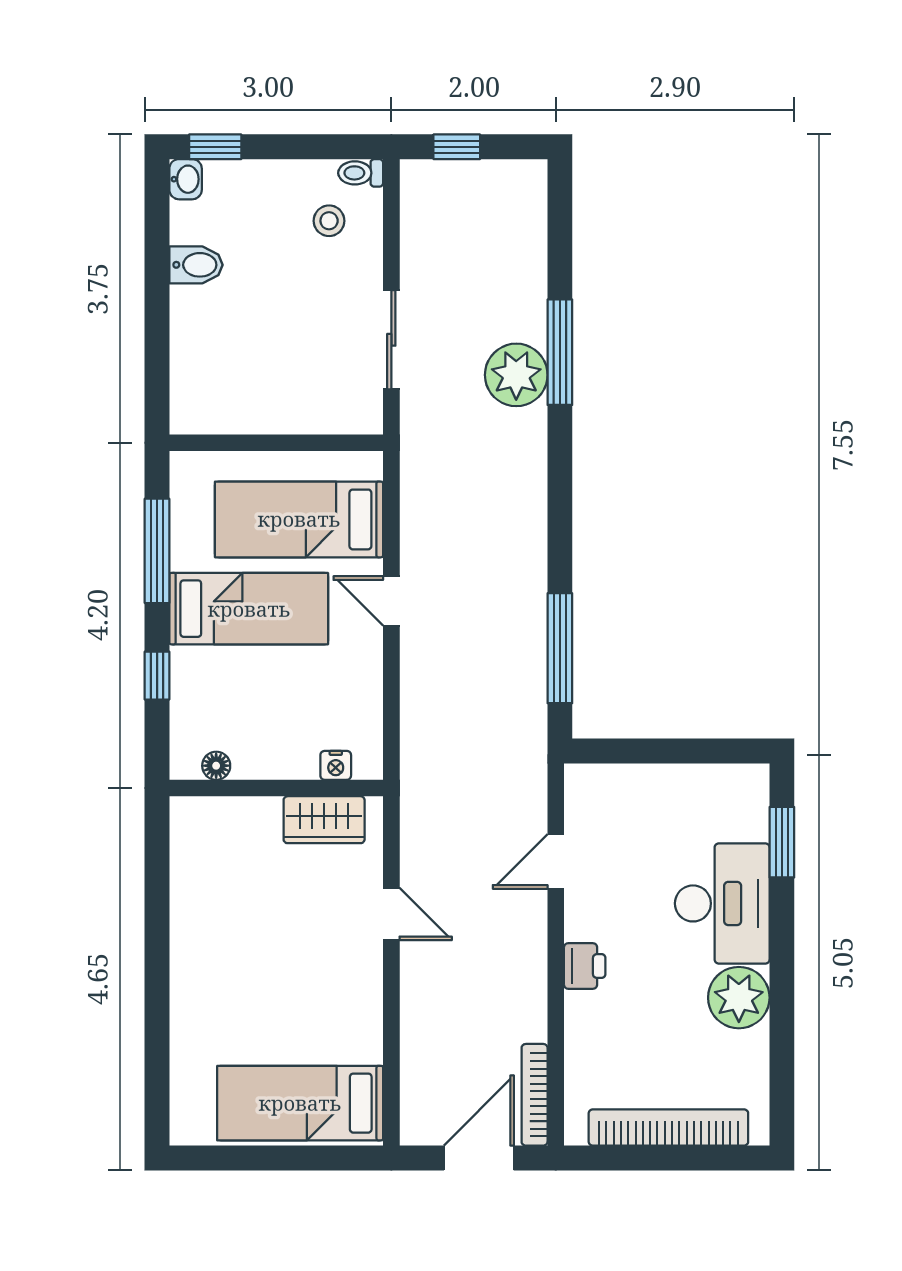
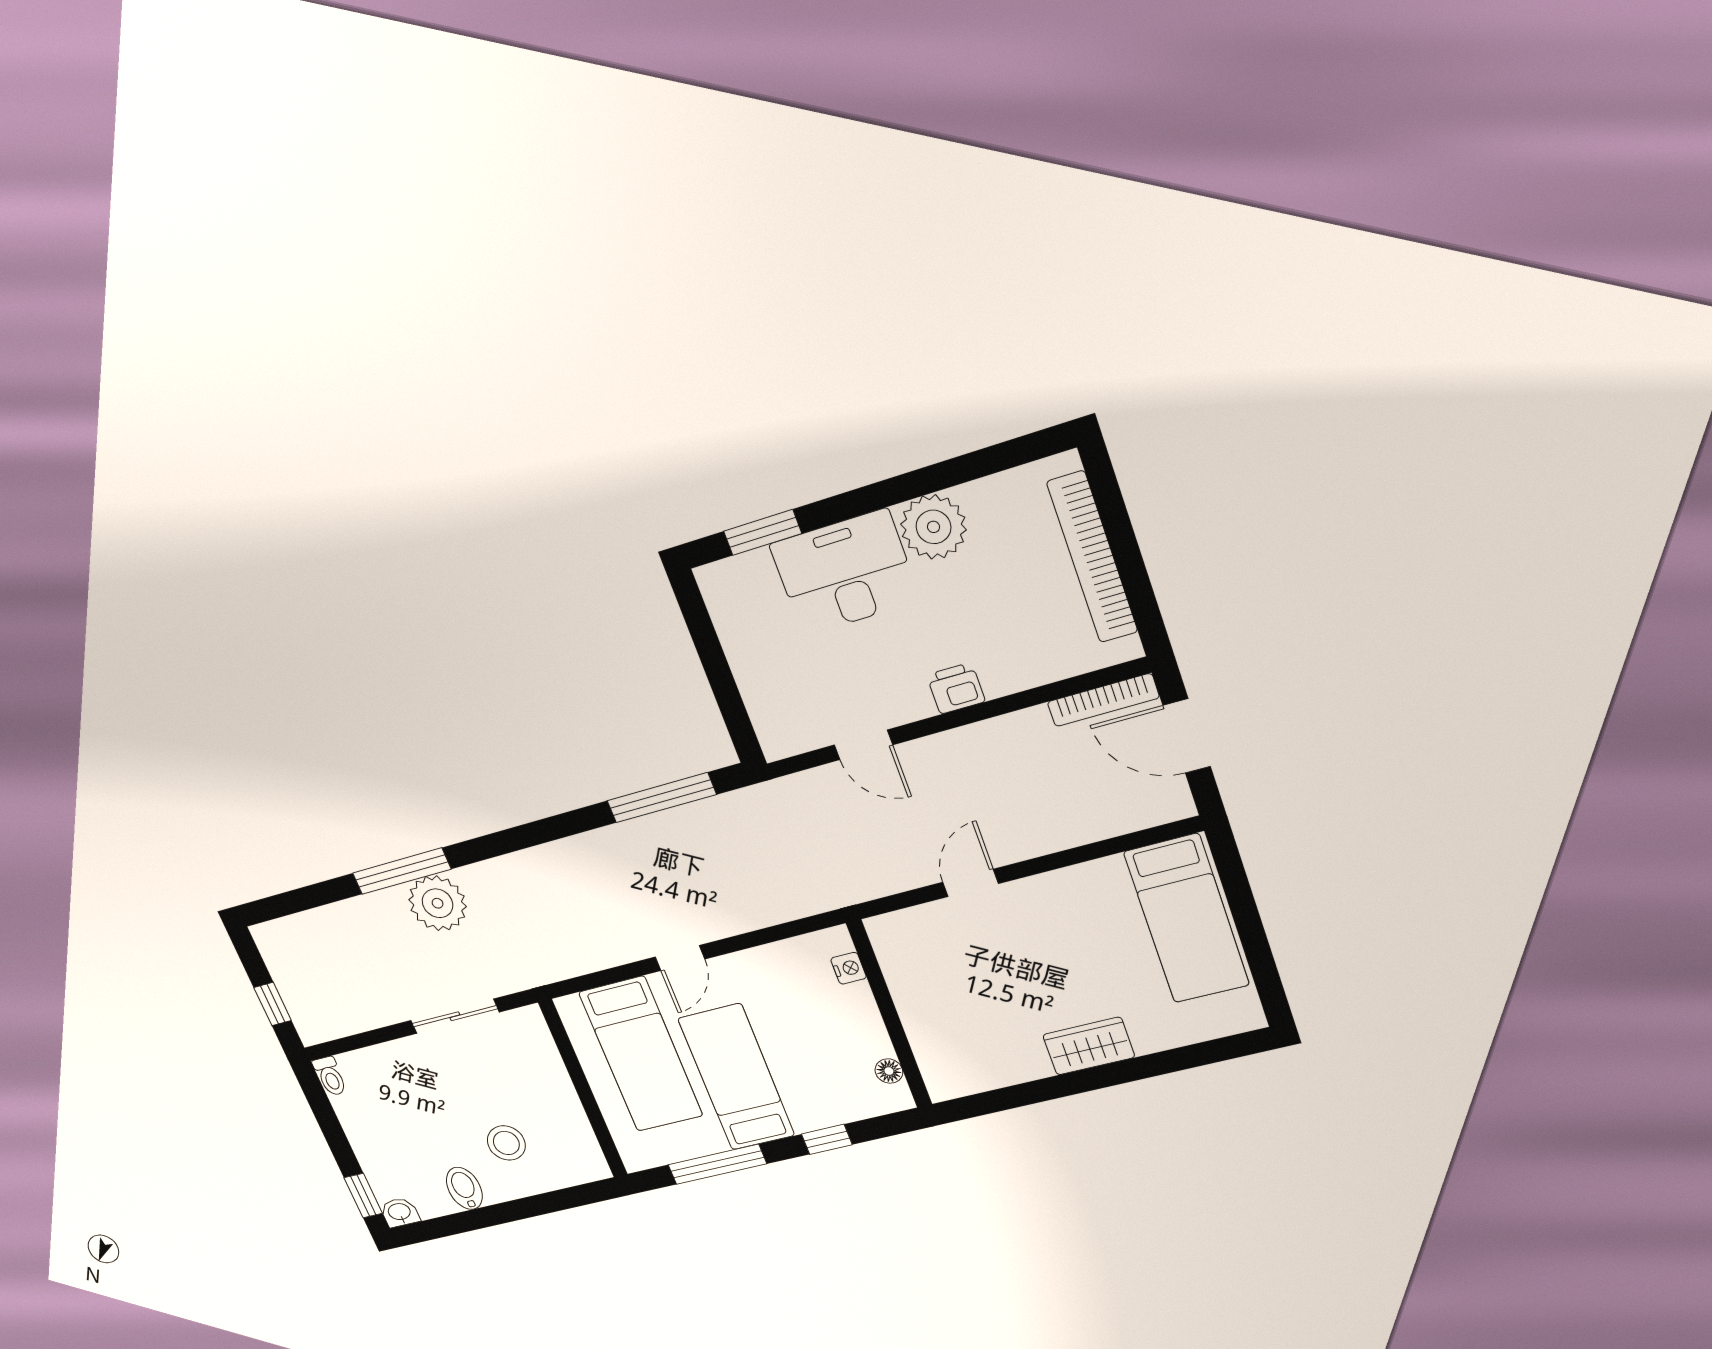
stool: (329, 221) -> (506, 1143), moved, width x1.37, depth x1.37
wardrobe: (324, 820) -> (1089, 1046), moved, turned -90

